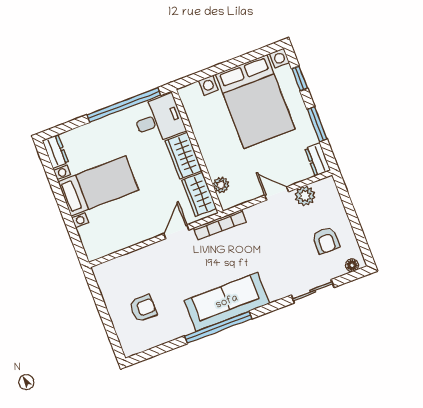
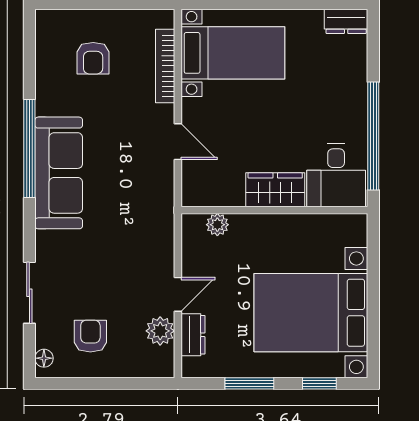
dresser: (318, 159) -> (193, 335), moved, turned 90
bed with nightstands: (98, 186) -> (233, 53), moved, turned -90
wardrobe: (199, 194) -> (216, 191), removed
bookcase: (220, 225) -> (165, 66), moved
armchair: (326, 240) -> (90, 336), turned 90

